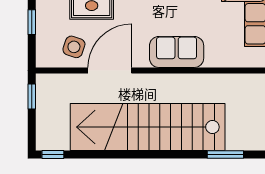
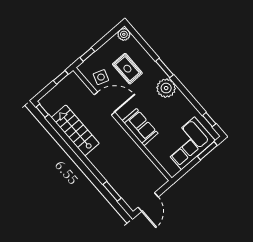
window: (32, 22) -> (87, 55), moved
stairs: (148, 127) -> (75, 130), width x0.54, depth x0.66

